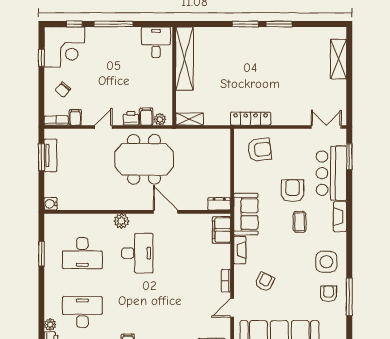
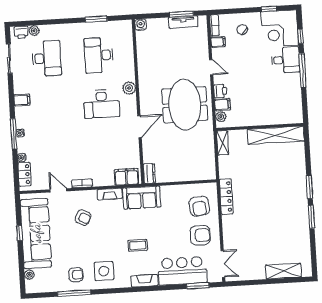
desk: (156, 42) -> (286, 60), moved
armchair: (293, 191) -> (200, 235), moved

